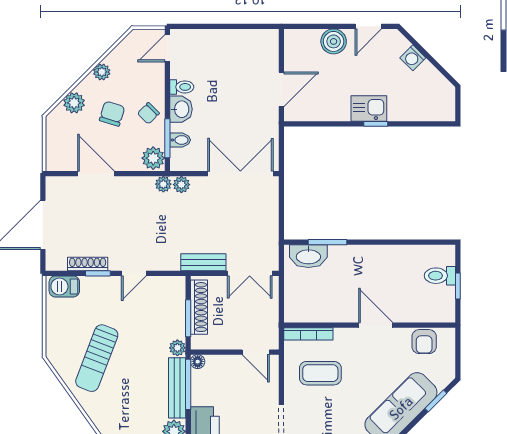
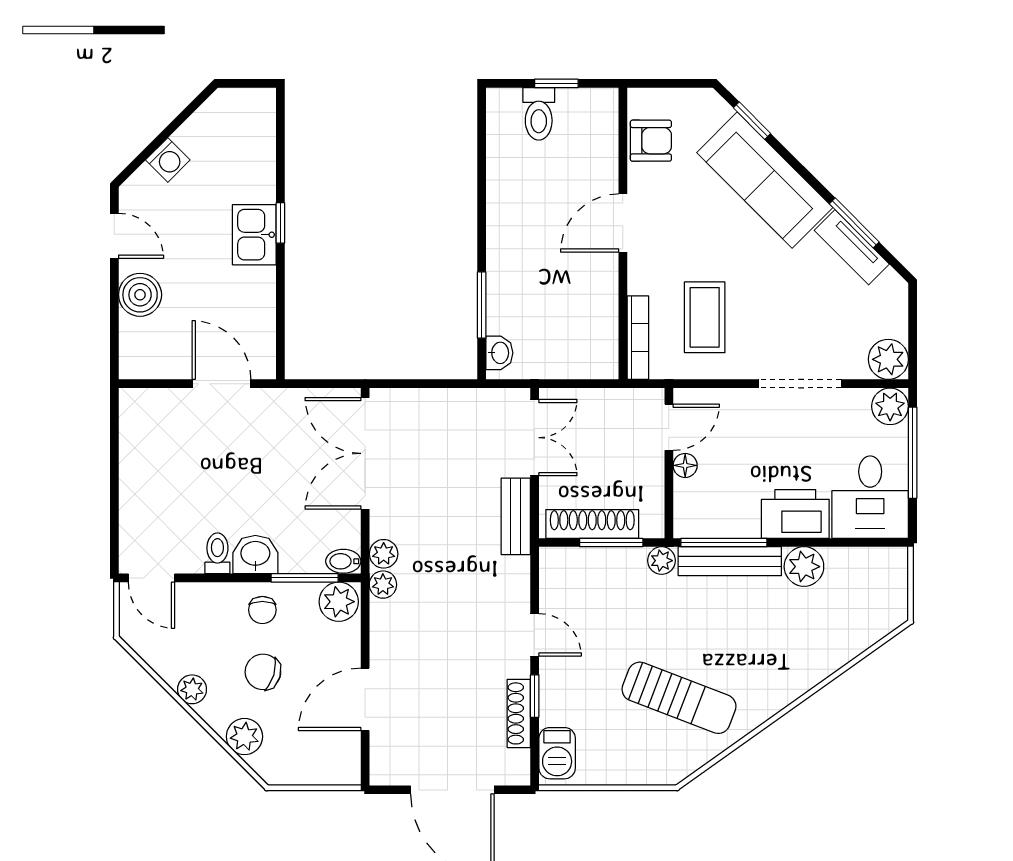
chair: (148, 113) -> (262, 610), turned 45
bidet: (180, 140) -> (343, 561), moved, turned -90
washbasin: (308, 256) -> (499, 353), width x0.52, depth x0.69
floor lamp: (198, 362) -> (685, 465), moved

